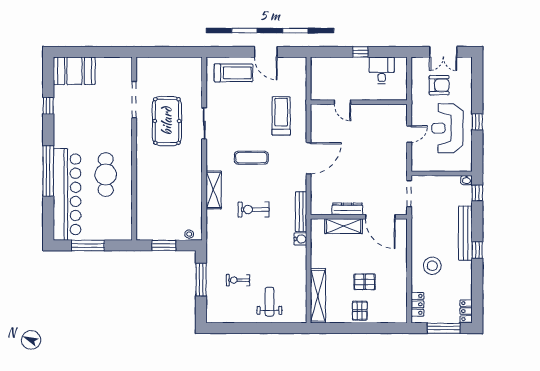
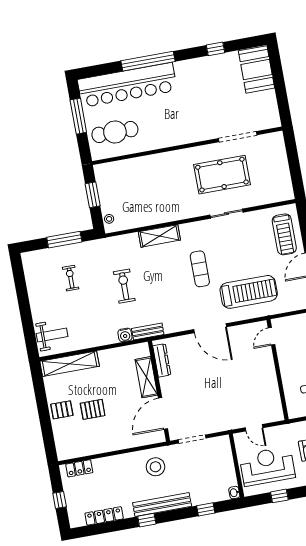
door: (342, 102) -> (271, 336), moved
treadmill: (281, 116) -> (249, 292), width x1.37, depth x1.37
wall: (442, 173) -> (236, 466), moved
cafe table: (106, 175) -> (115, 132), moved
washbasin: (466, 180) -> (234, 493), moved
dresser: (347, 209) -> (162, 360), moved
exercise bike: (254, 210) -> (124, 286), moved
bench: (301, 212) -> (148, 331), width x0.73
stool: (432, 266) -> (155, 467), moved
pallet: (365, 282) -> (93, 409), turned 90
weight bench: (269, 302) -> (52, 335), moved
locker: (466, 311) -> (104, 516), moved, width x1.53
window: (444, 328) -> (60, 500), width x0.46

